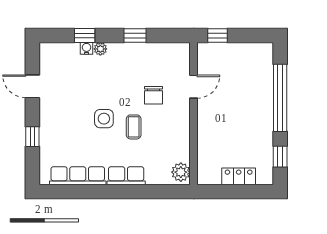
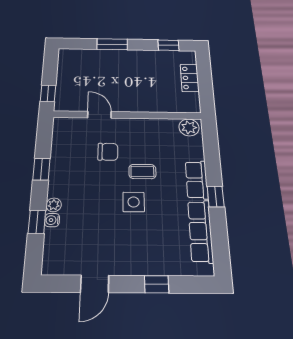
window: (280, 98) -> (112, 44), width x0.47
window: (110, 192) -> (216, 196), added

